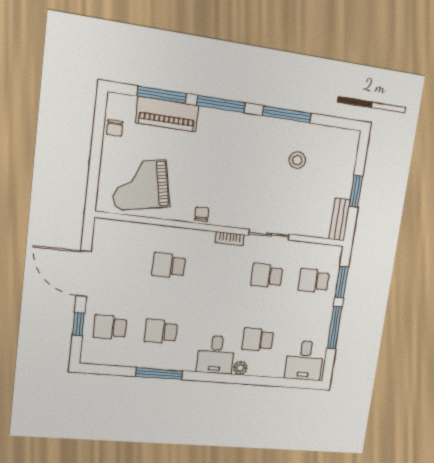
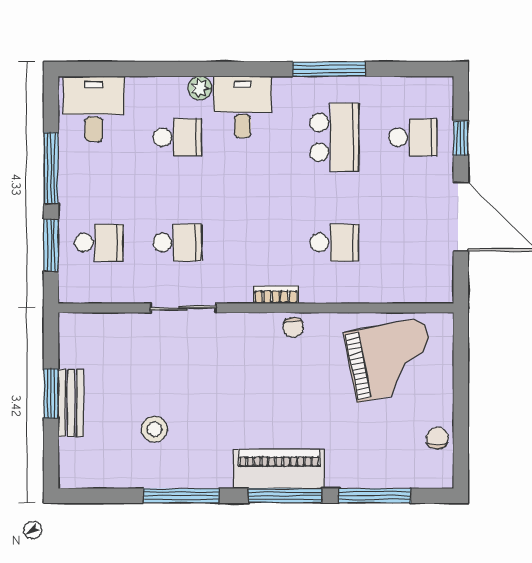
piano: (167, 114) -> (279, 469), moved
bench: (340, 219) -> (71, 403), moved
bookcase: (230, 239) -> (276, 295), moved
school desk: (161, 331) -> (334, 137), width x1.85

